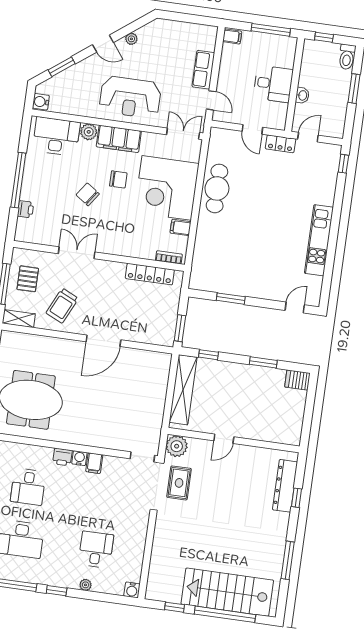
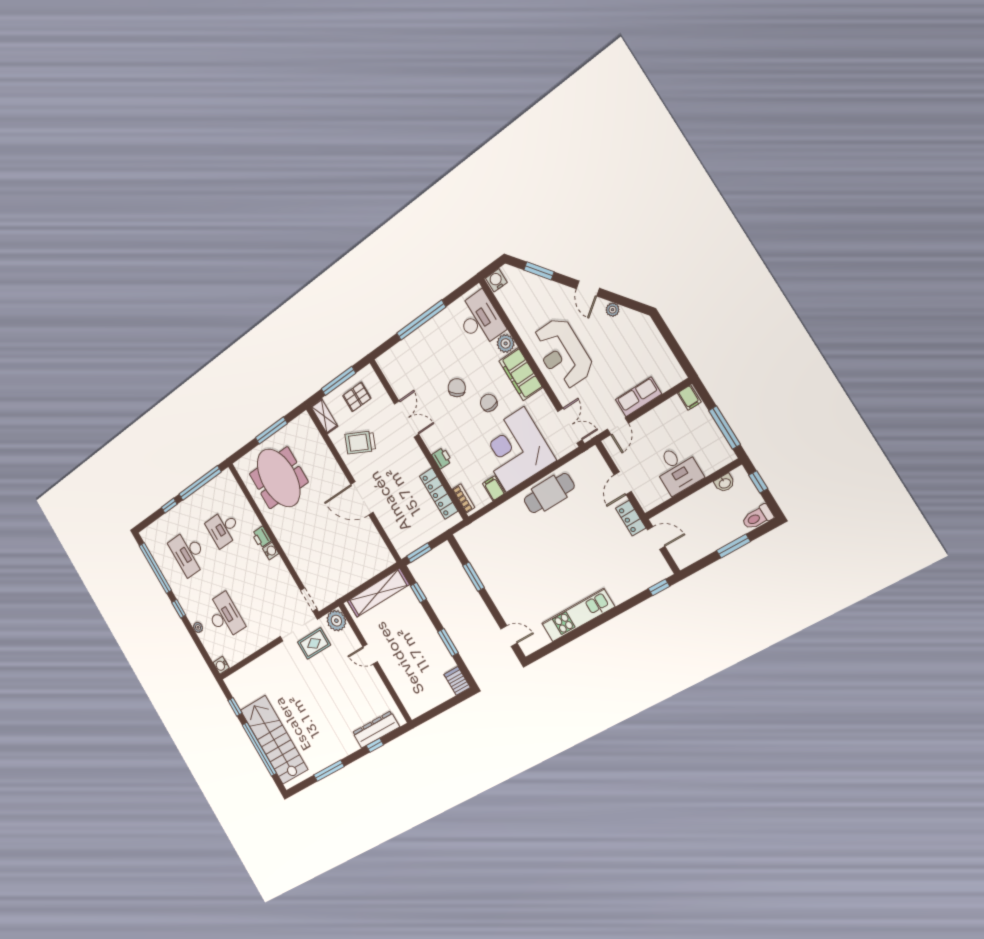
washbasin: (302, 95) -> (725, 483), moved
chair: (118, 179) -> (489, 403), turned 180
printer: (26, 209) -> (442, 458), moved, turned -90
filing cabinet: (94, 463) -> (276, 566), removed
desk: (96, 550) -> (225, 616), width x1.37

